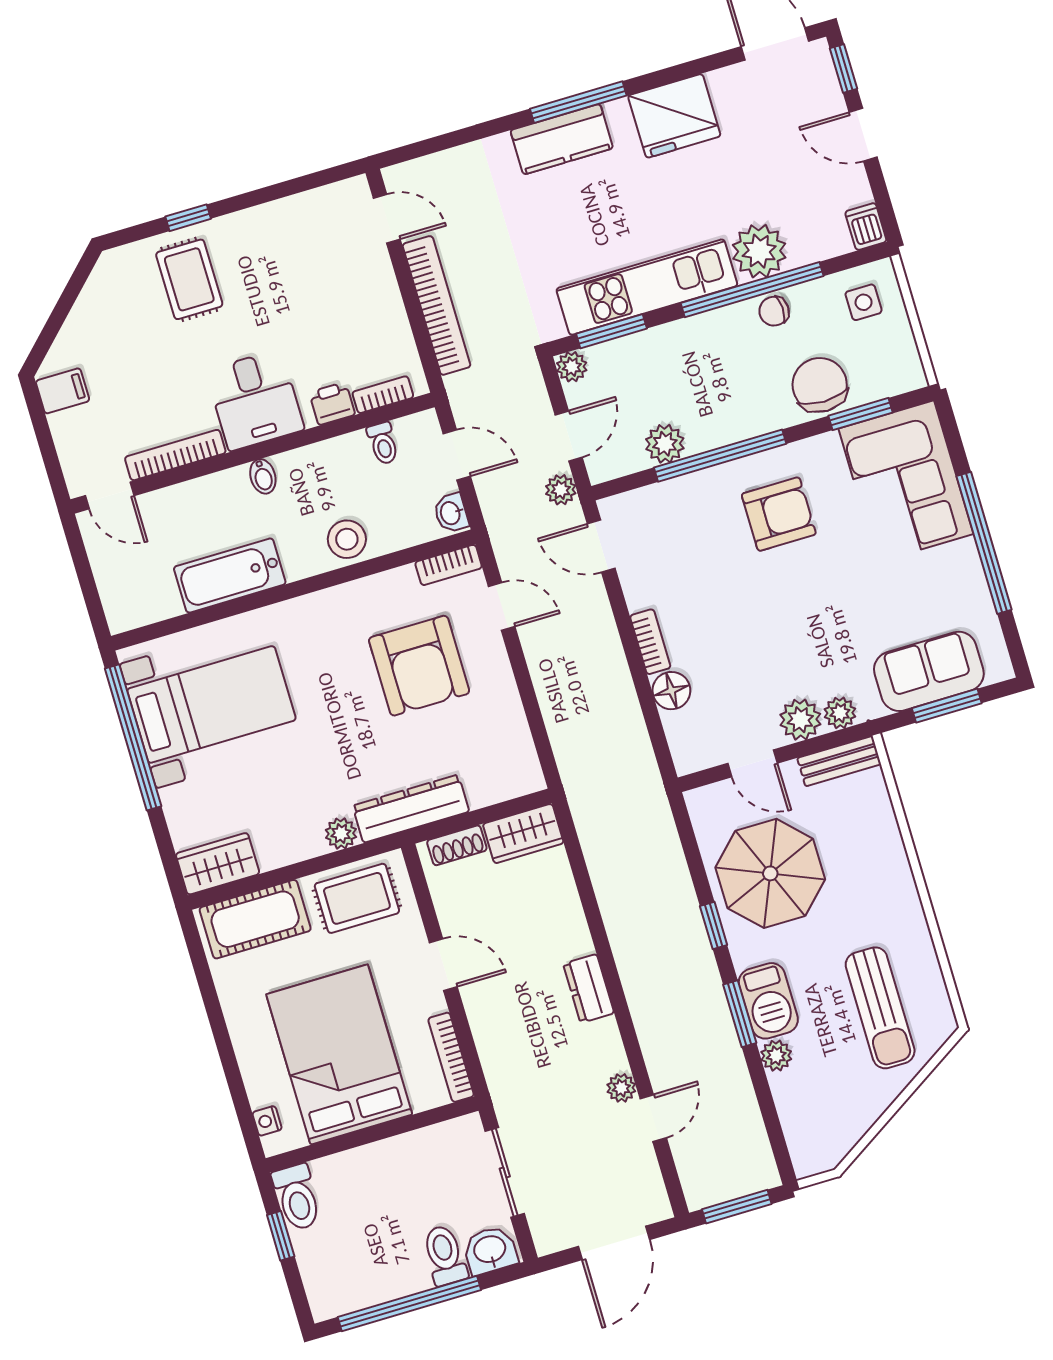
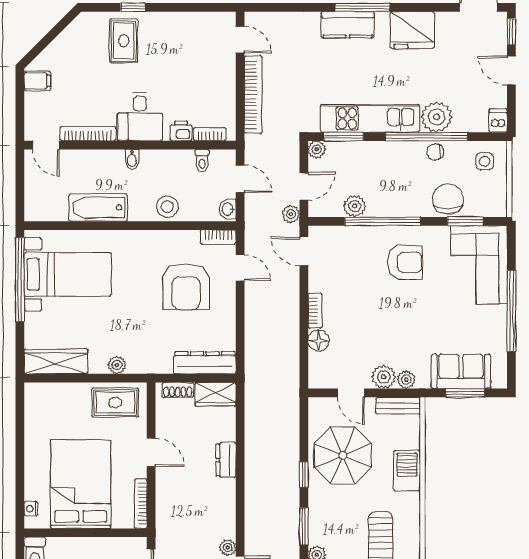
dresser: (411, 809) -> (205, 363), moved
wardrobe: (218, 864) -> (56, 362), width x1.50
cot: (255, 919) -> (57, 398), removed
dresser: (589, 988) -> (226, 460), moved
barbecue: (768, 1001) -> (407, 471), moved, turned 180

